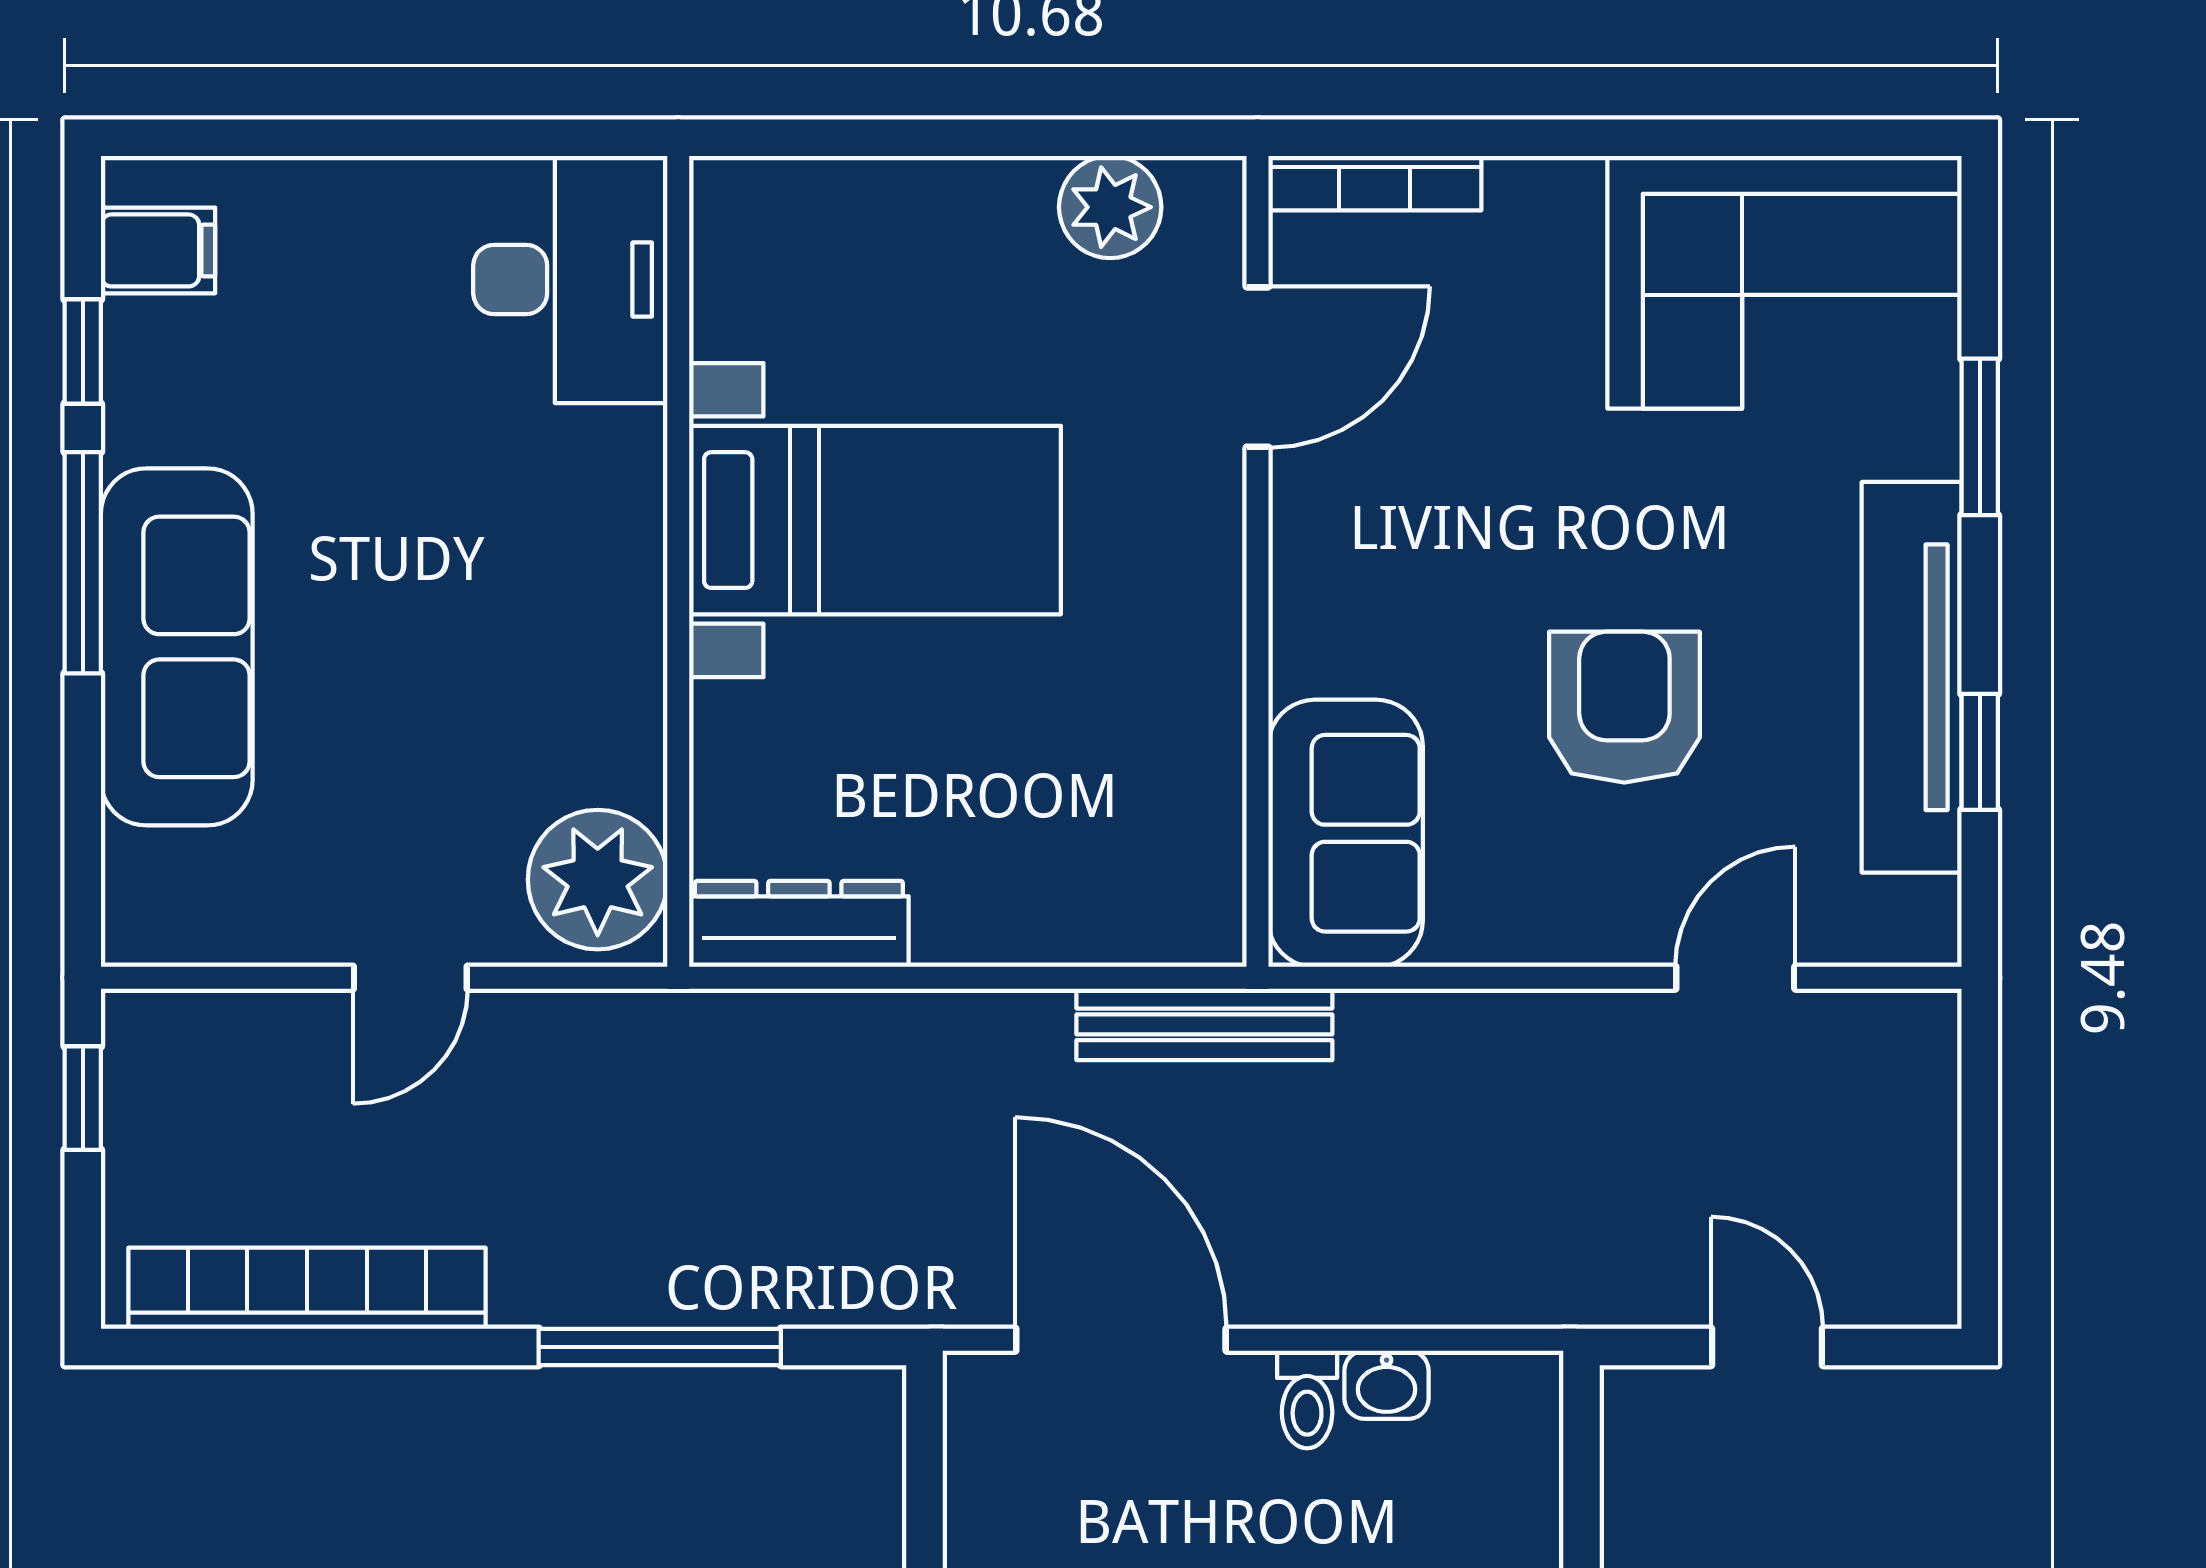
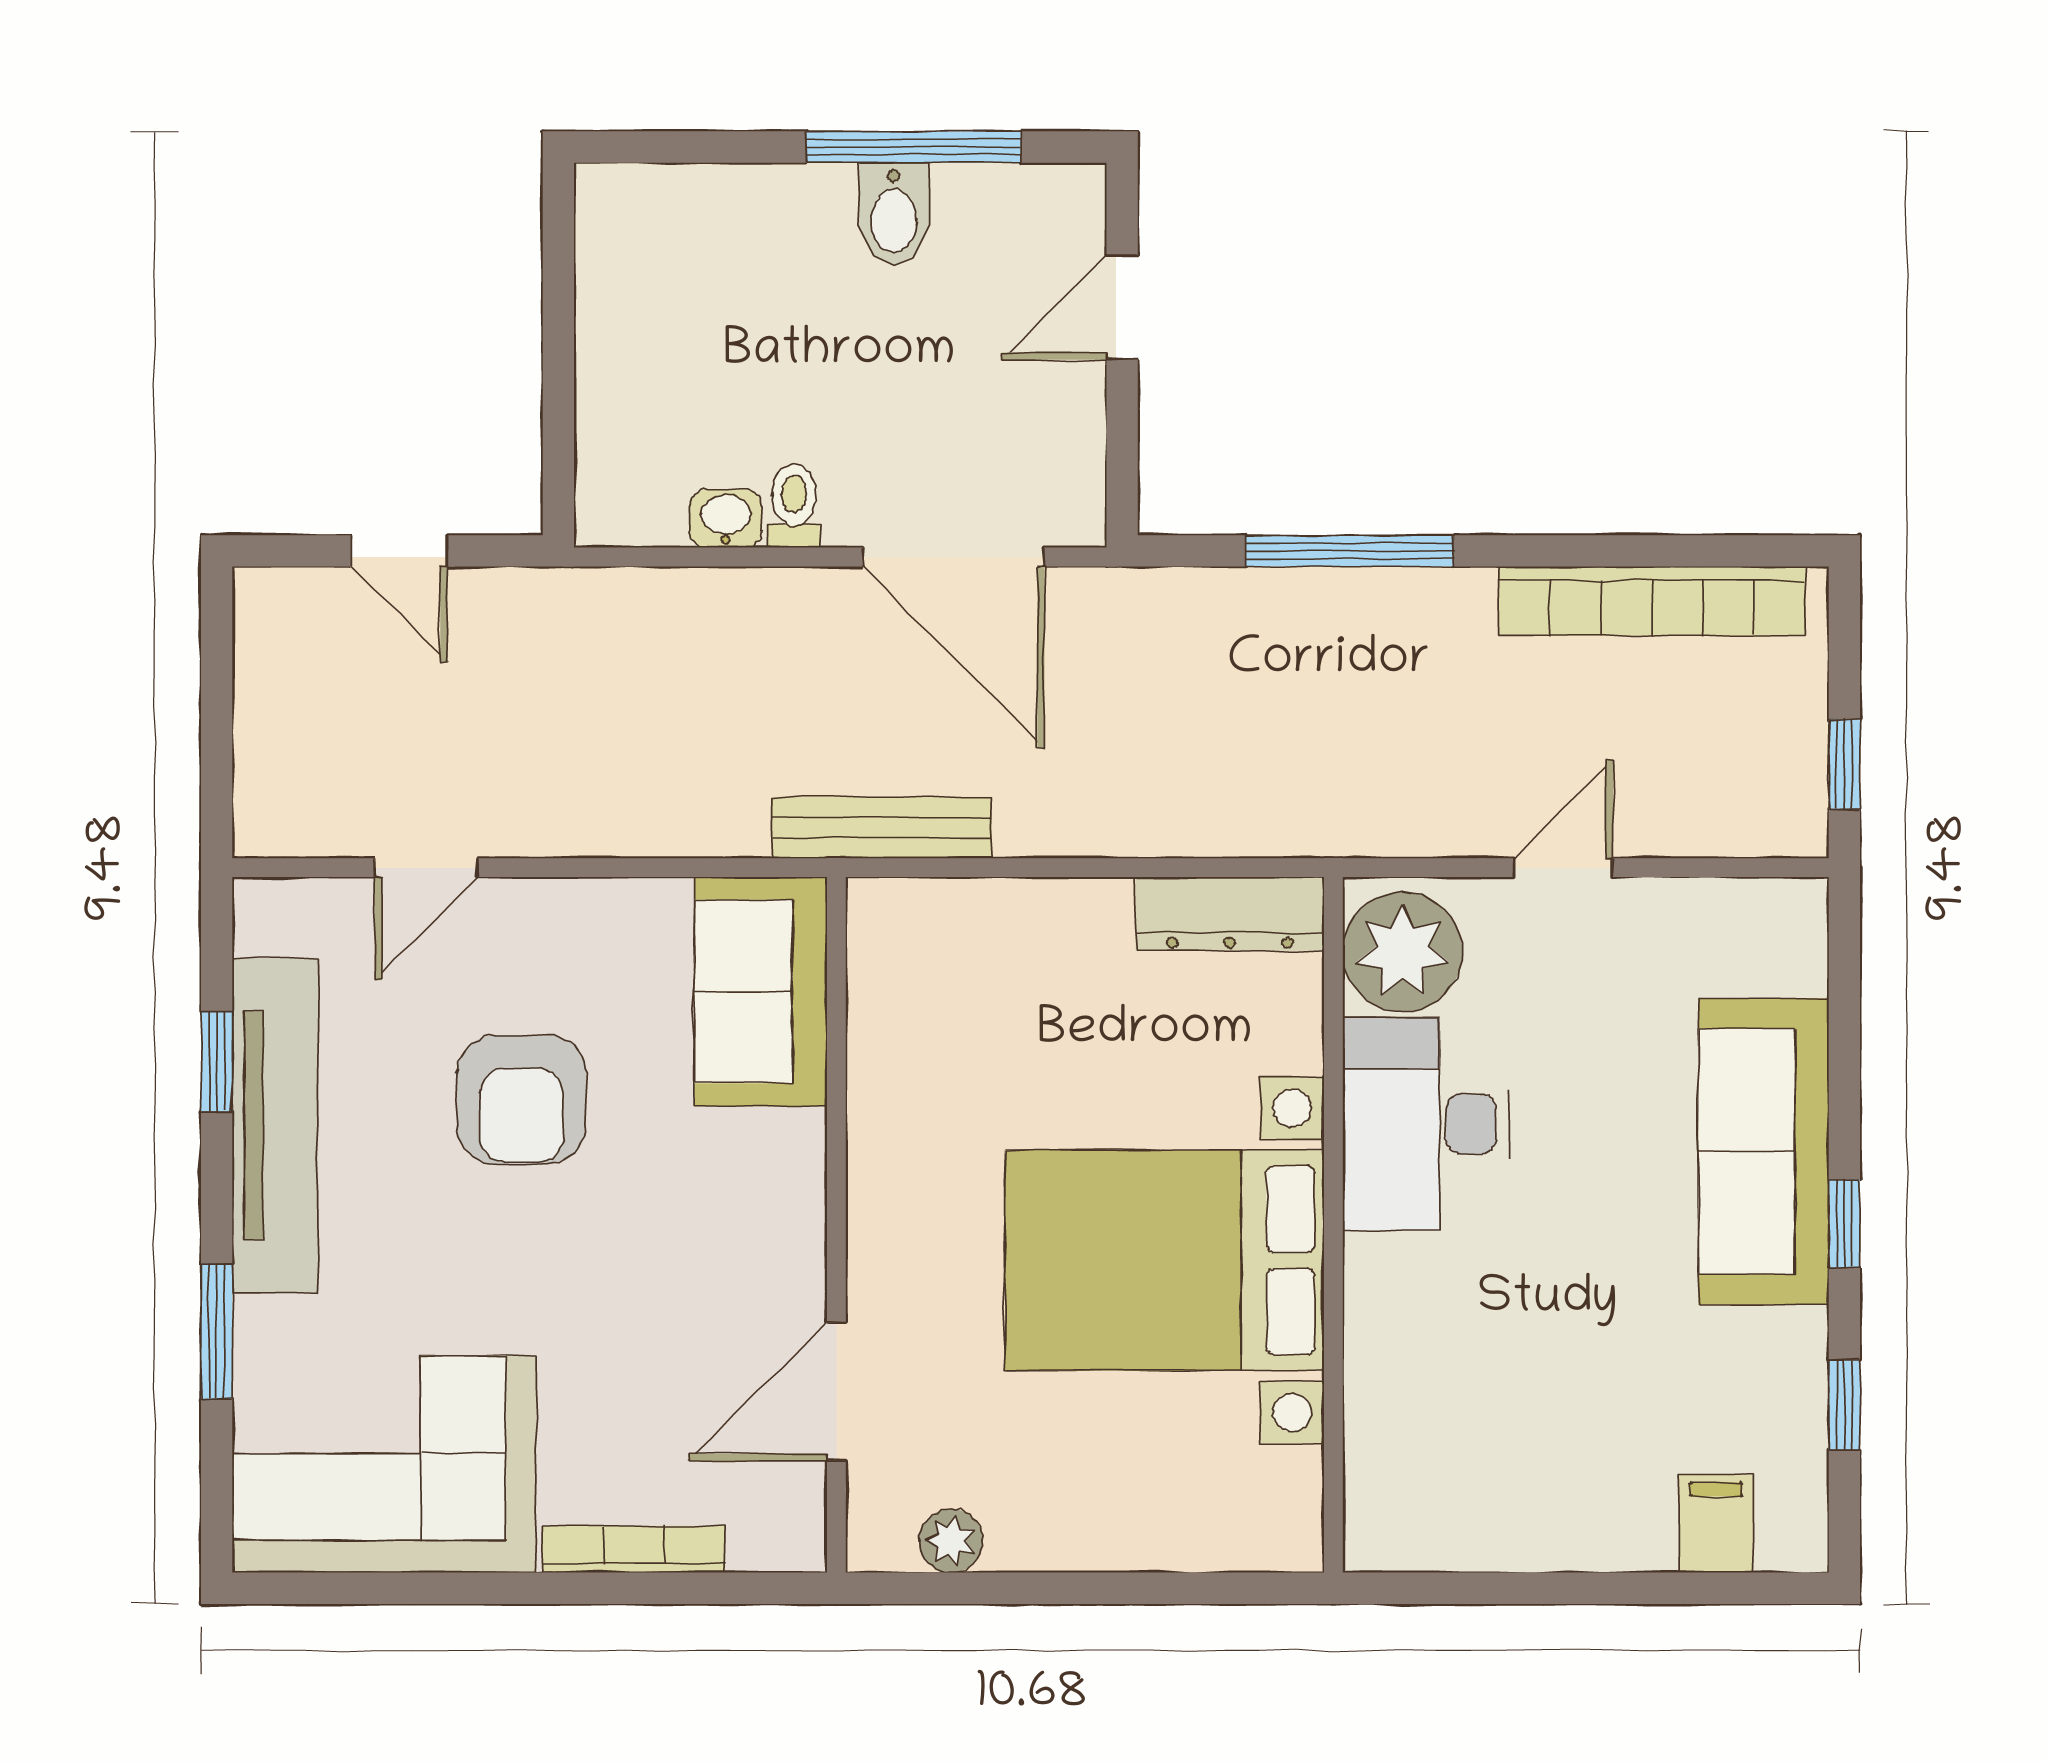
bookcase: (1375, 183) -> (634, 1549), moved
plant: (1110, 207) -> (951, 1541), width x0.73, depth x0.73
filing cabinet: (158, 250) -> (1716, 1524), moved, turned 90
desk: (570, 279) -> (1426, 1124), moved
bed with nightstands: (875, 520) -> (1165, 1260), width x1.36
window: (83, 563) -> (1844, 1224), width x0.46

